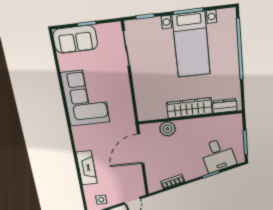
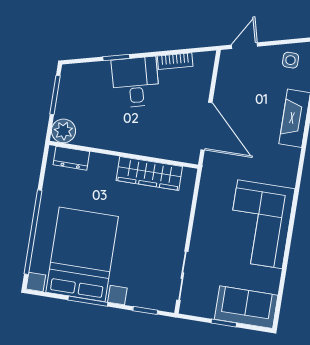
bed with nightstands: (191, 45) -> (82, 254), width x1.36
wardrobe: (189, 108) -> (149, 173), moved
plant: (168, 129) -> (63, 131), moved
door: (141, 149) -> (206, 126), hinge flipped
desk: (218, 155) -> (135, 82), moved

